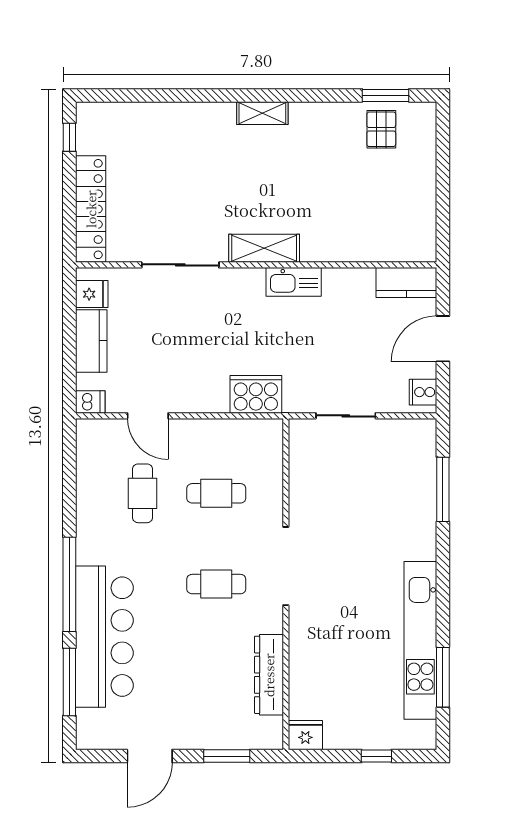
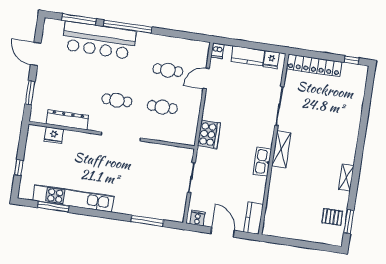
shelving: (262, 113) -> (346, 178), moved
cafe table: (216, 493) -> (162, 107), turned 90
cafe table: (216, 584) -> (117, 100), turned 90
fridge: (305, 735) -> (54, 135), moved, turned 90

